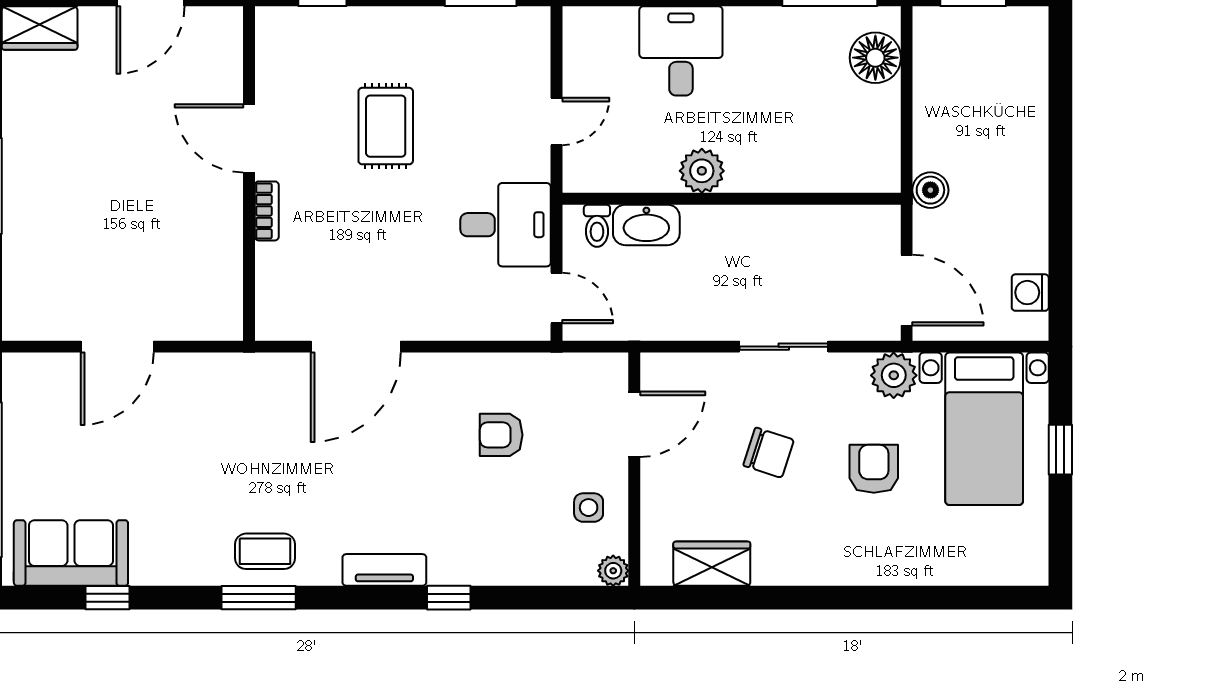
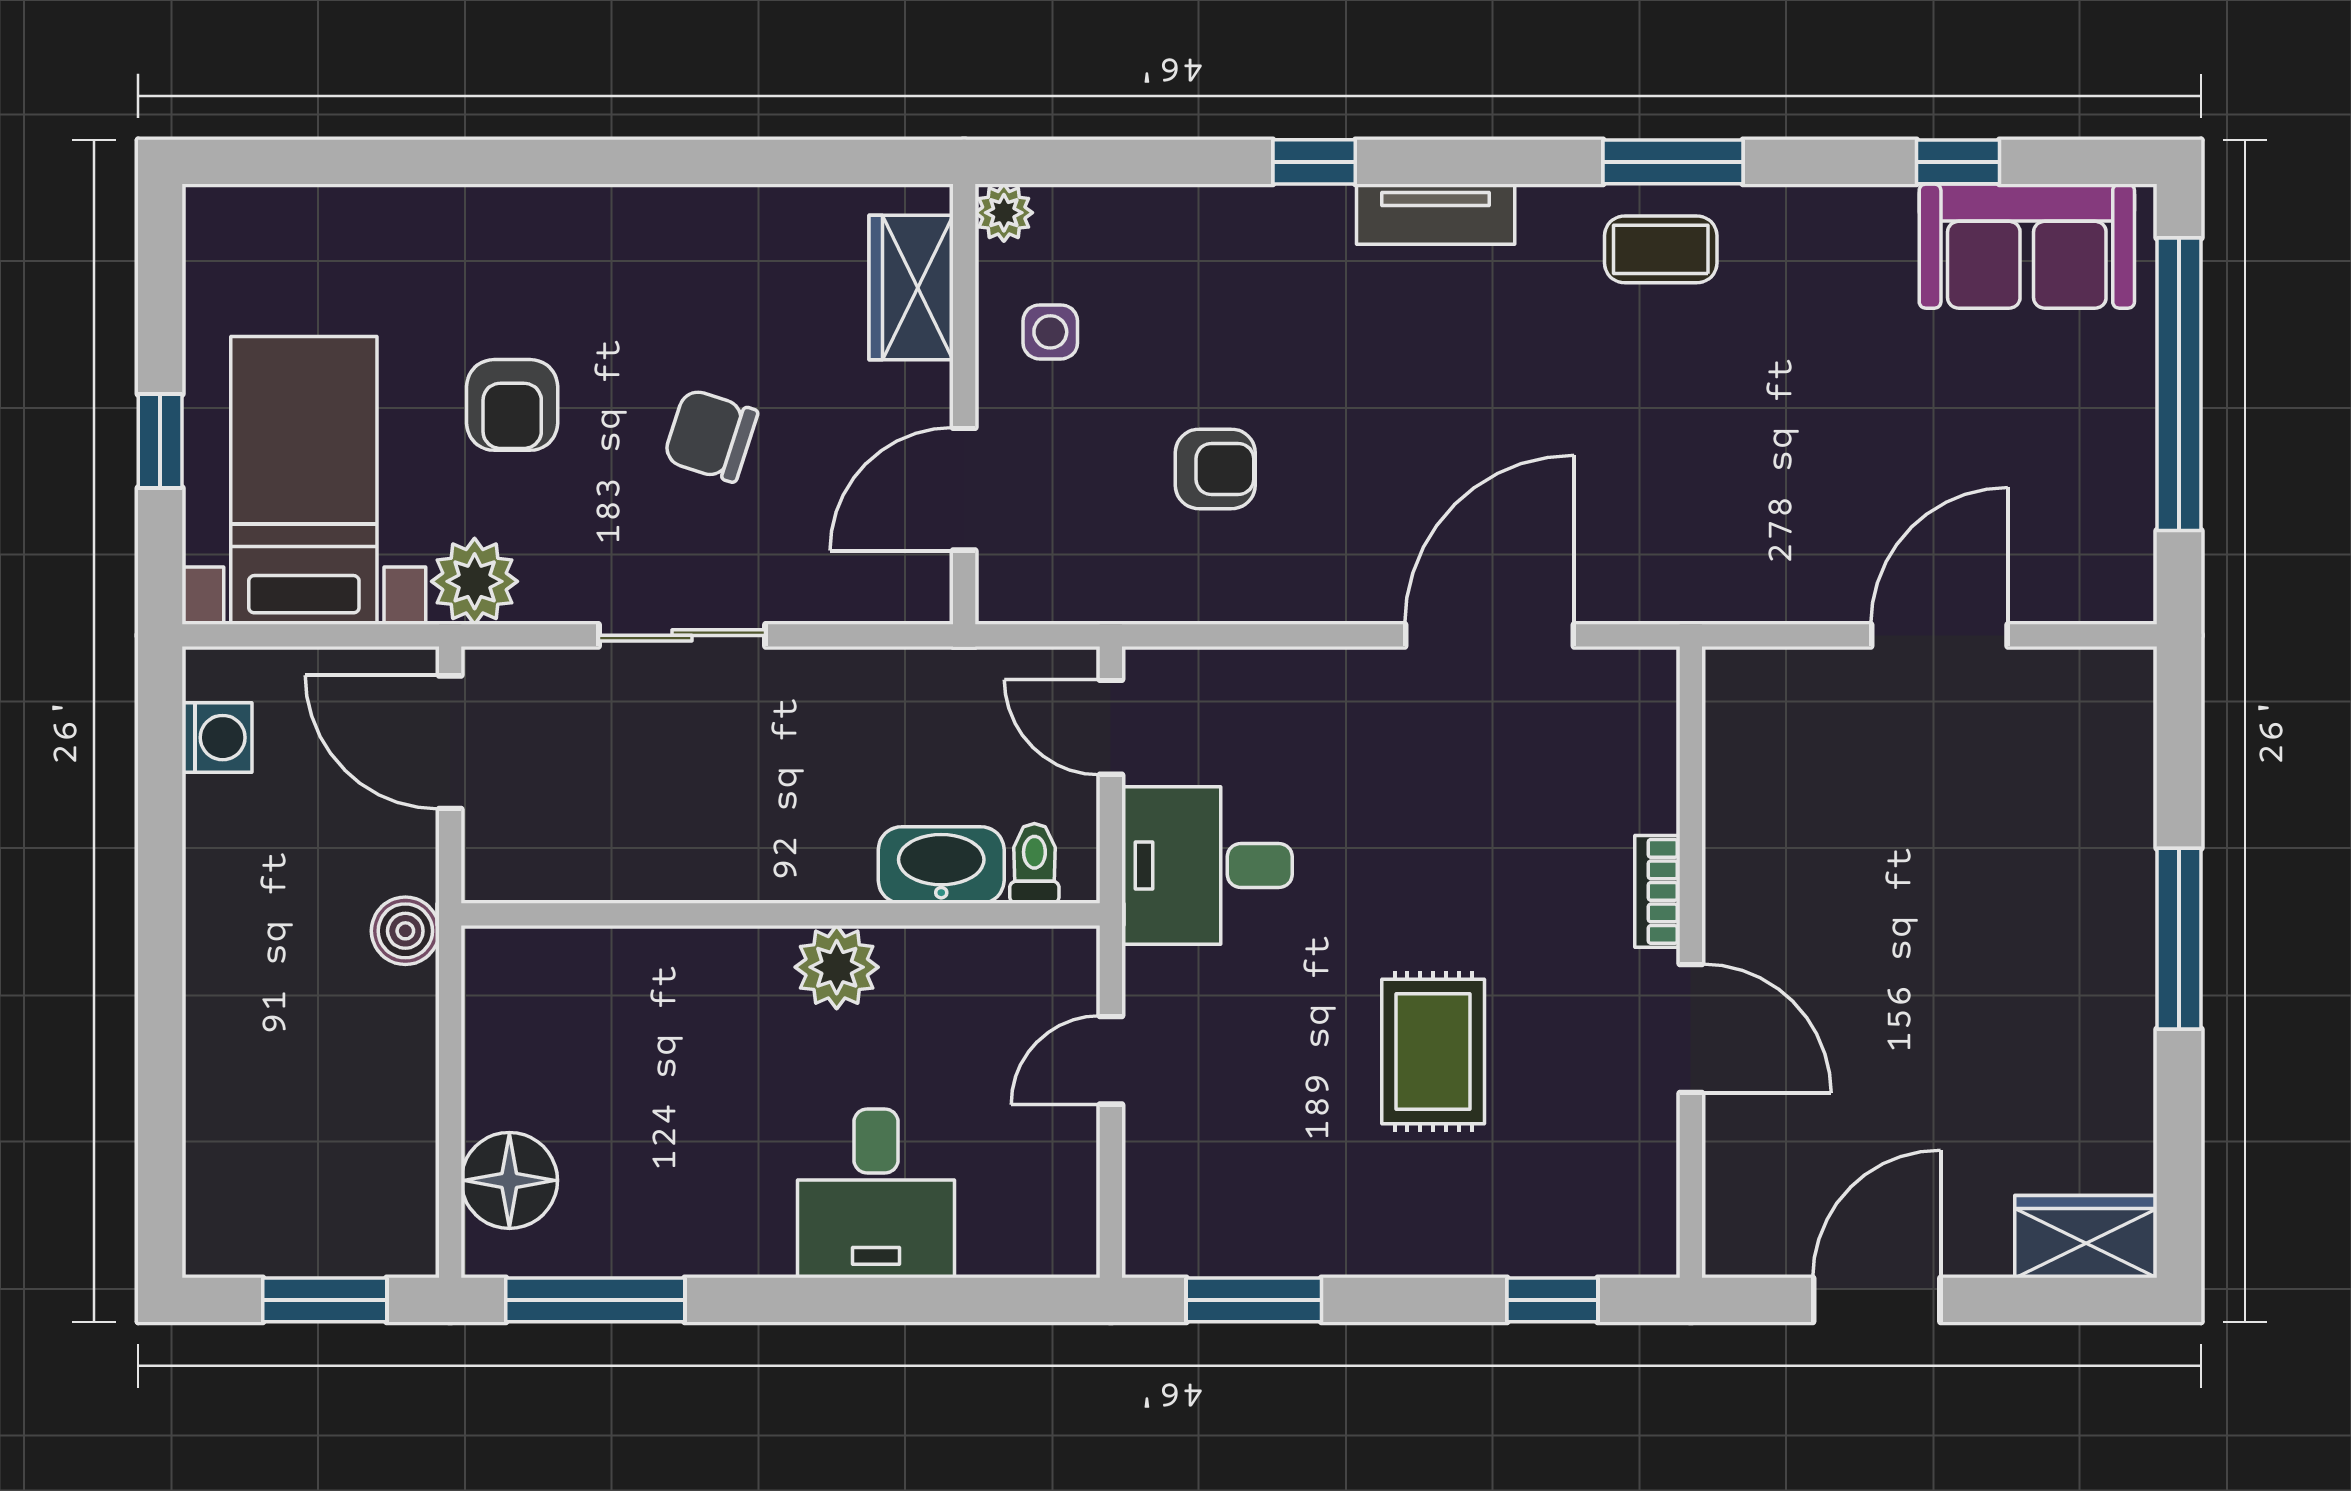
wardrobe: (712, 564) -> (911, 288), moved, turned 90

